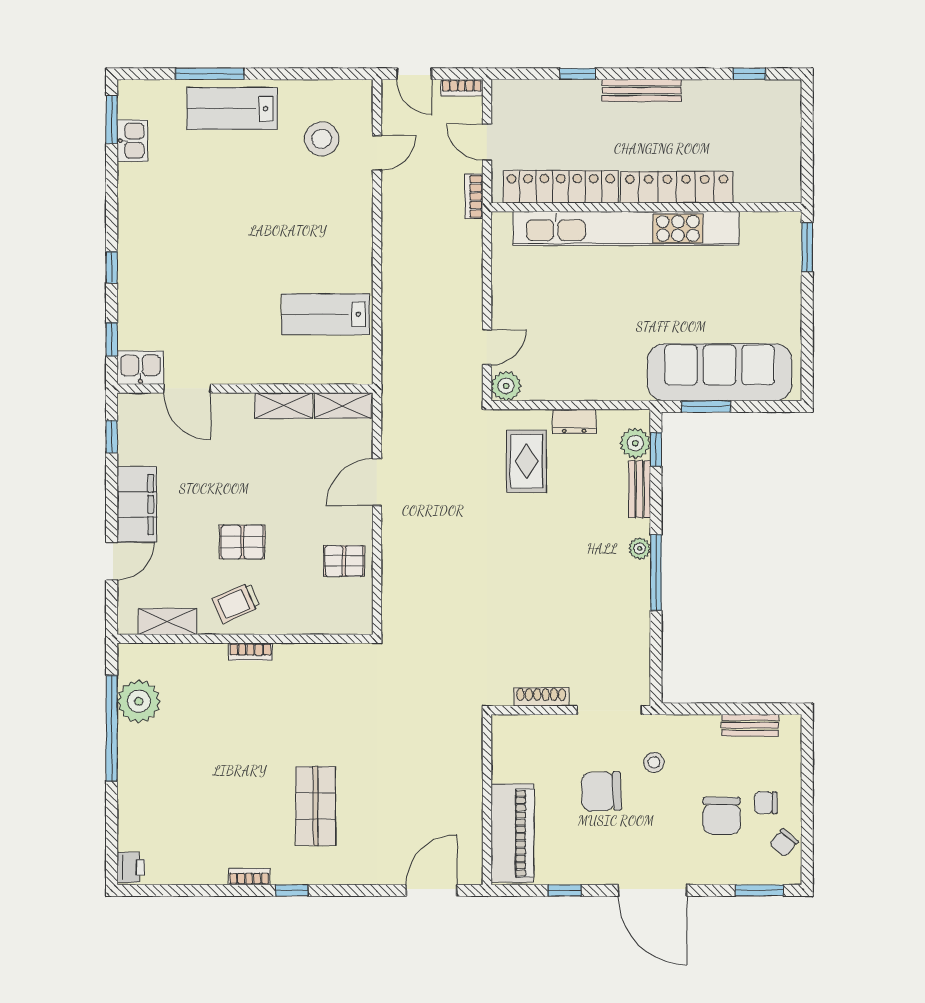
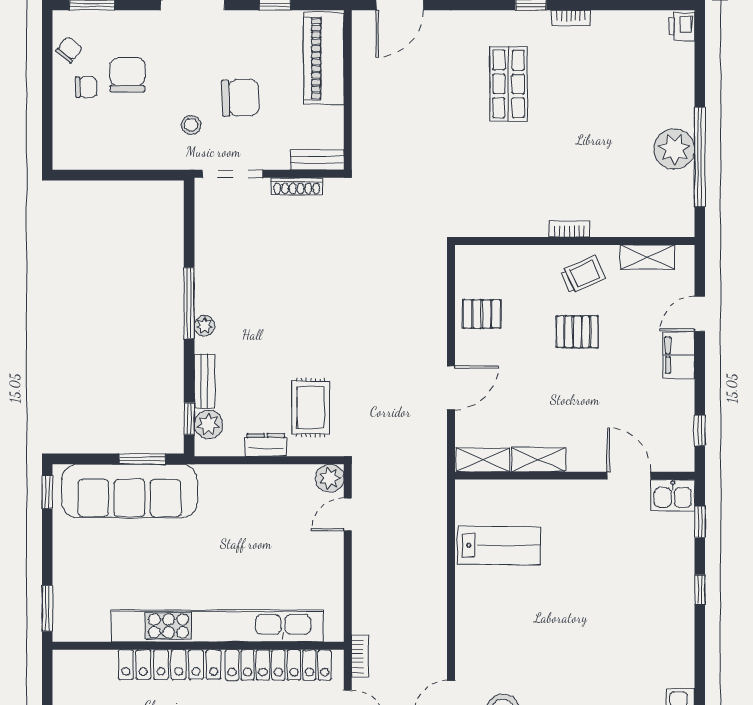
window: (807, 371) -> (47, 492), added
filing cabinet: (137, 504) -> (679, 355), width x0.67, depth x0.86
plant: (139, 701) -> (674, 149), moved
bench: (750, 725) -> (317, 160), moved

